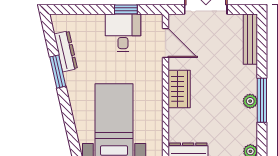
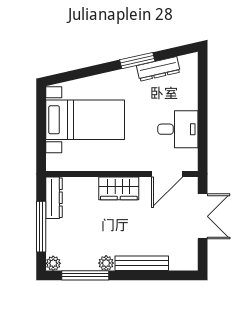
window: (126, 9) -> (203, 132), removed
bench: (250, 39) -> (142, 263), moved
window: (262, 100) -> (85, 275), moved

